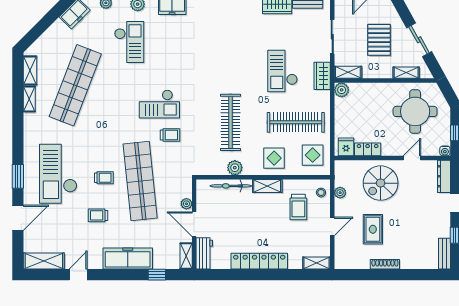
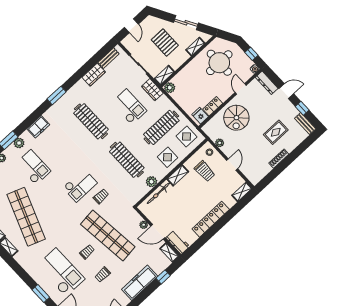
clothes rail: (231, 50) -> (91, 121), added
checkout: (283, 71) -> (129, 107), turned 180
checkout: (58, 174) -> (61, 272), turned 180
rug: (373, 229) -> (276, 132), moved, turned 90

